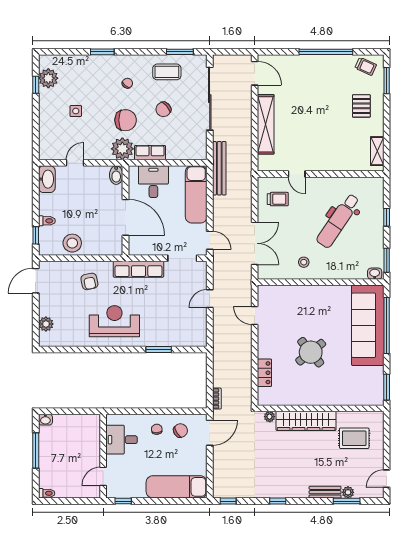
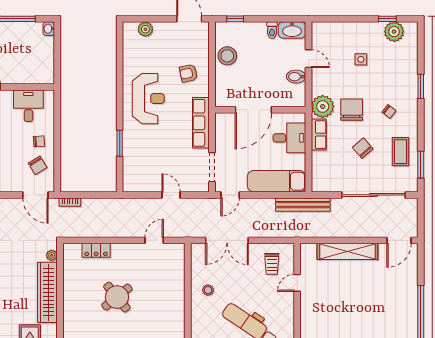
chair: (126, 120) -> (352, 110), turned 180
bidet: (116, 175) -> (296, 77), moved
toilet: (47, 221) -> (272, 30), moved

